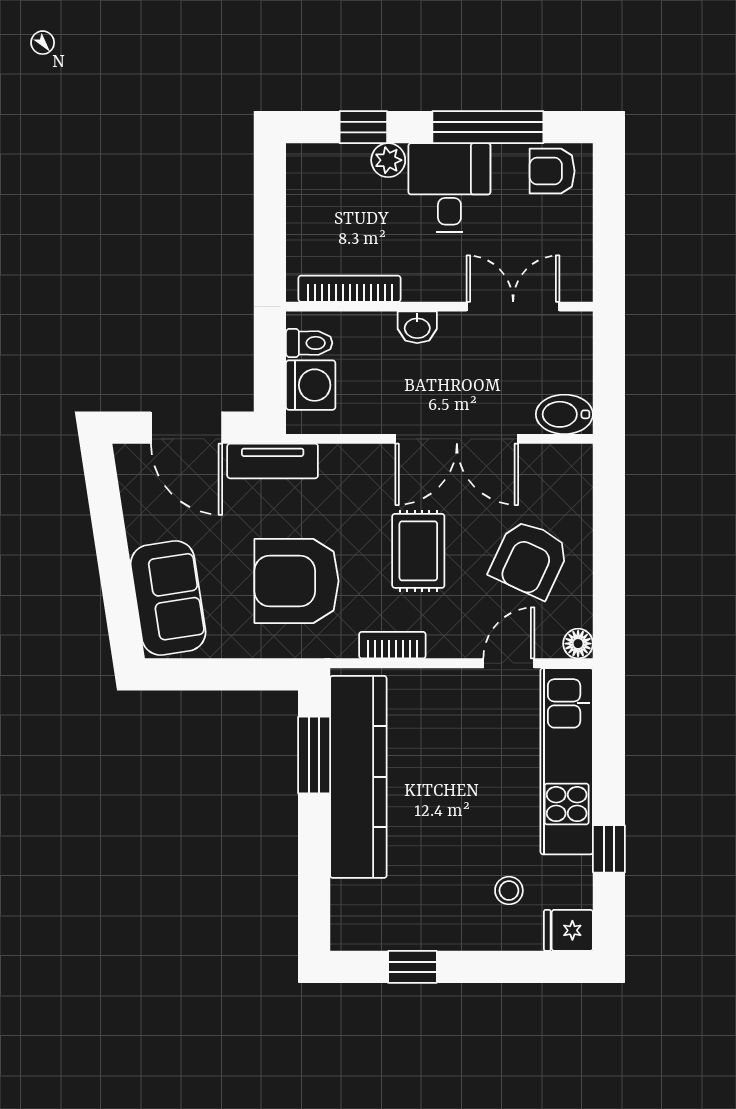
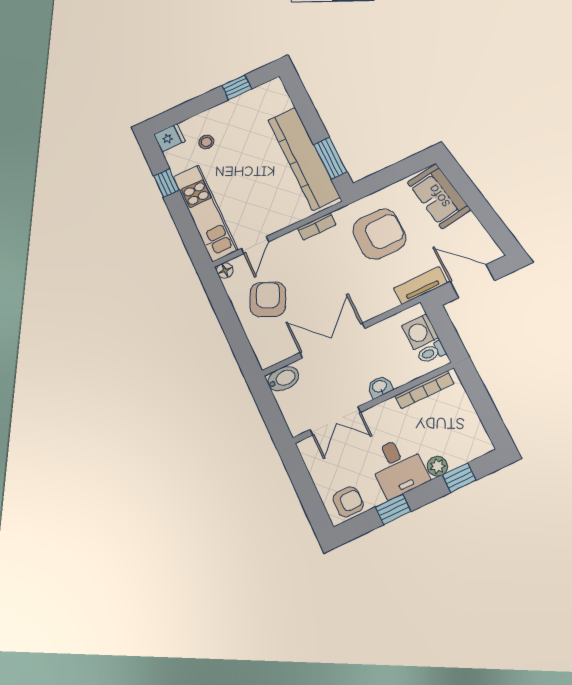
window: (488, 127) -> (393, 509), width x0.46
rug: (418, 551) -> (326, 277), removed

